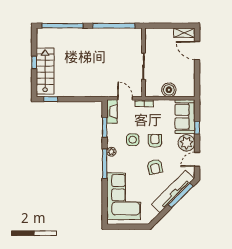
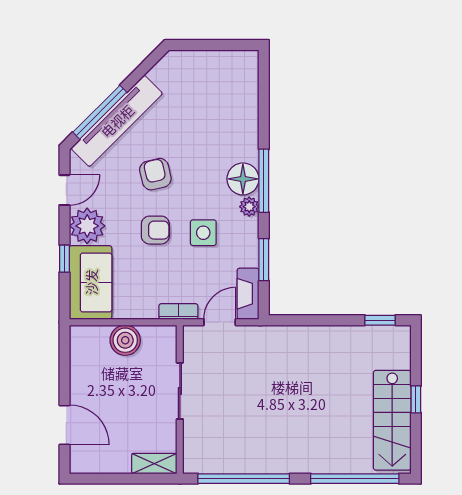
shelving: (184, 33) -> (154, 464), moved
stairs: (45, 71) -> (392, 420), moved
door: (125, 98) -> (220, 322), swing flipped
armchair: (155, 141) -> (155, 230), turned -90
floor lamp: (114, 165) -> (243, 179), added
corner sofa: (124, 196) -> (223, 110), removed

